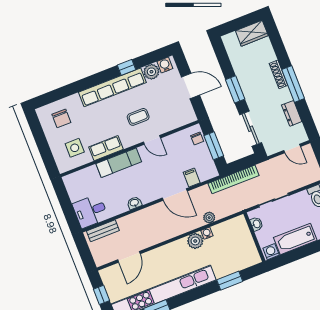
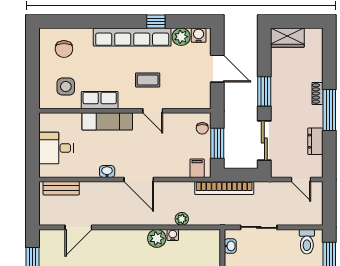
wardrobe: (252, 33) -> (287, 38), moved
shoe rack: (278, 74) -> (317, 93), width x0.70
filing cabinet: (192, 178) -> (197, 168), moved
door: (175, 195) -> (139, 179), moved
desk: (90, 211) -> (56, 148), moved

